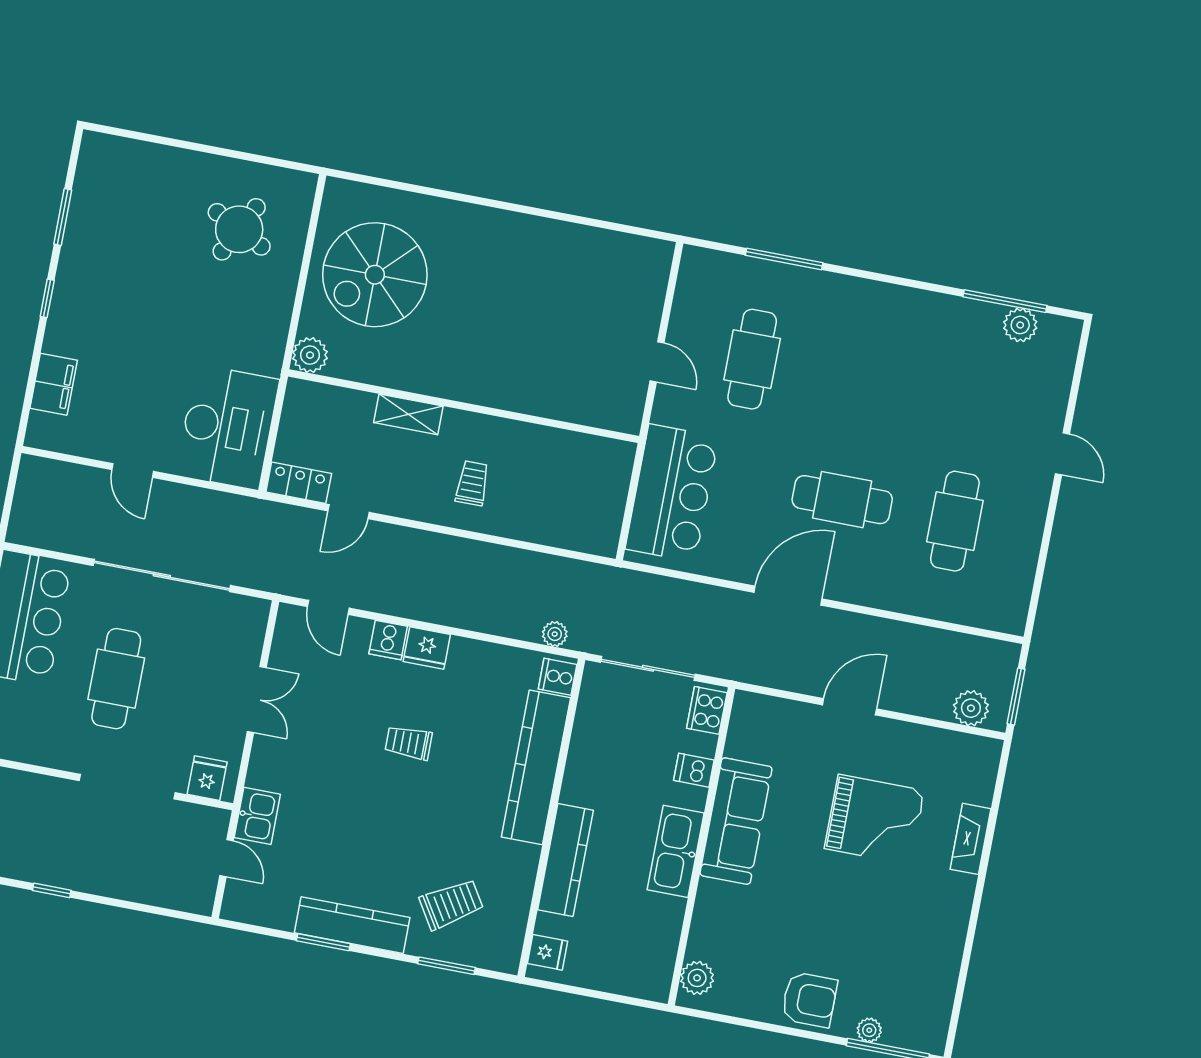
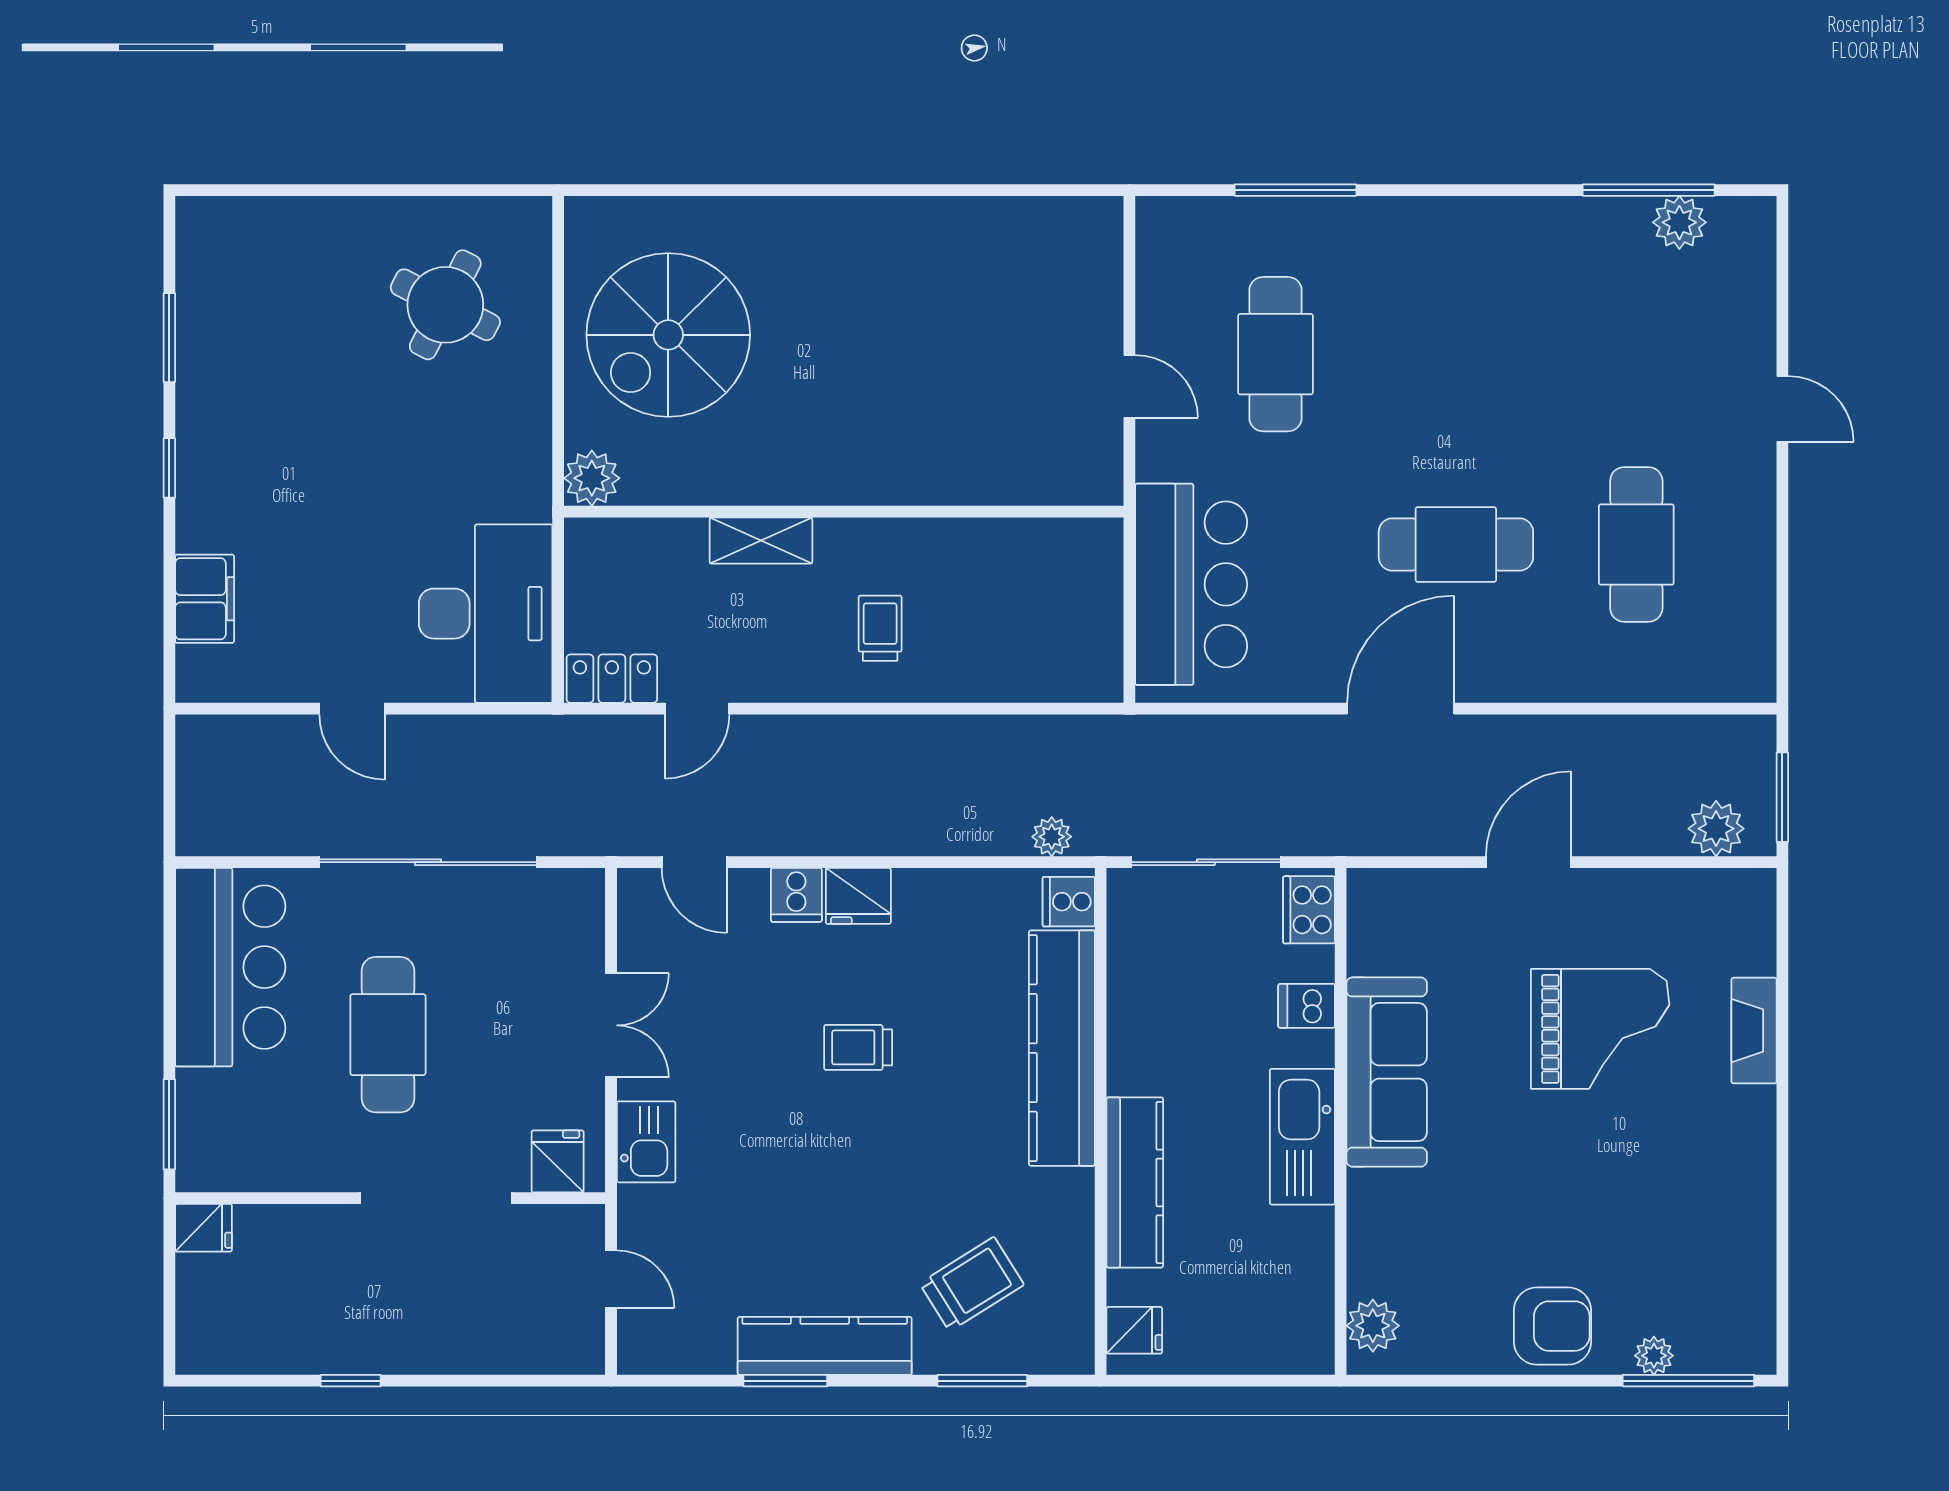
kitchen sink: (257, 816) -> (646, 1142), moved

